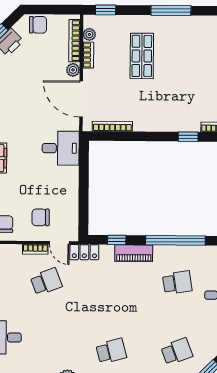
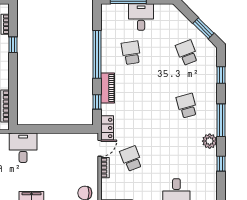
chair: (41, 217) -> (79, 164), removed

